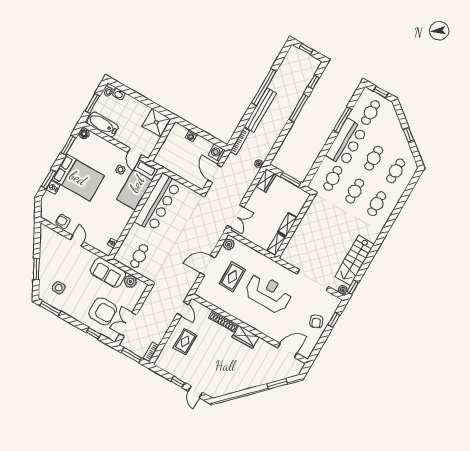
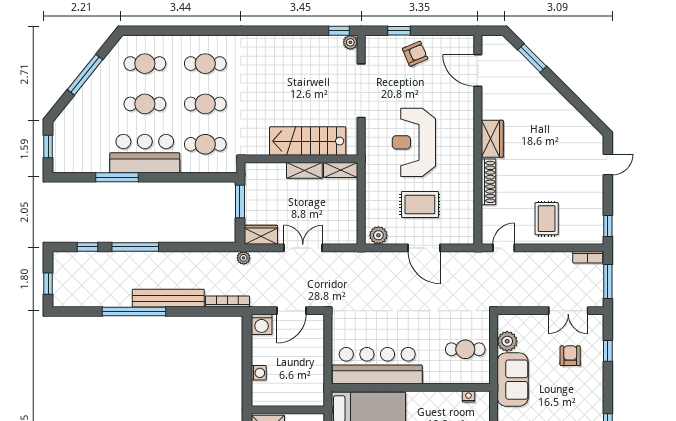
cafe table: (371, 113) -> (85, 144), removed
window: (408, 135) -> (85, 75), width x2.17
double door: (236, 216) -> (303, 248), moved
stairs: (355, 260) -> (308, 141), moved, turned 180
armchair: (103, 311) -> (570, 356), width x0.53, depth x0.53
rug: (185, 341) -> (547, 219), turned 90
window: (178, 382) -> (608, 226), moved

